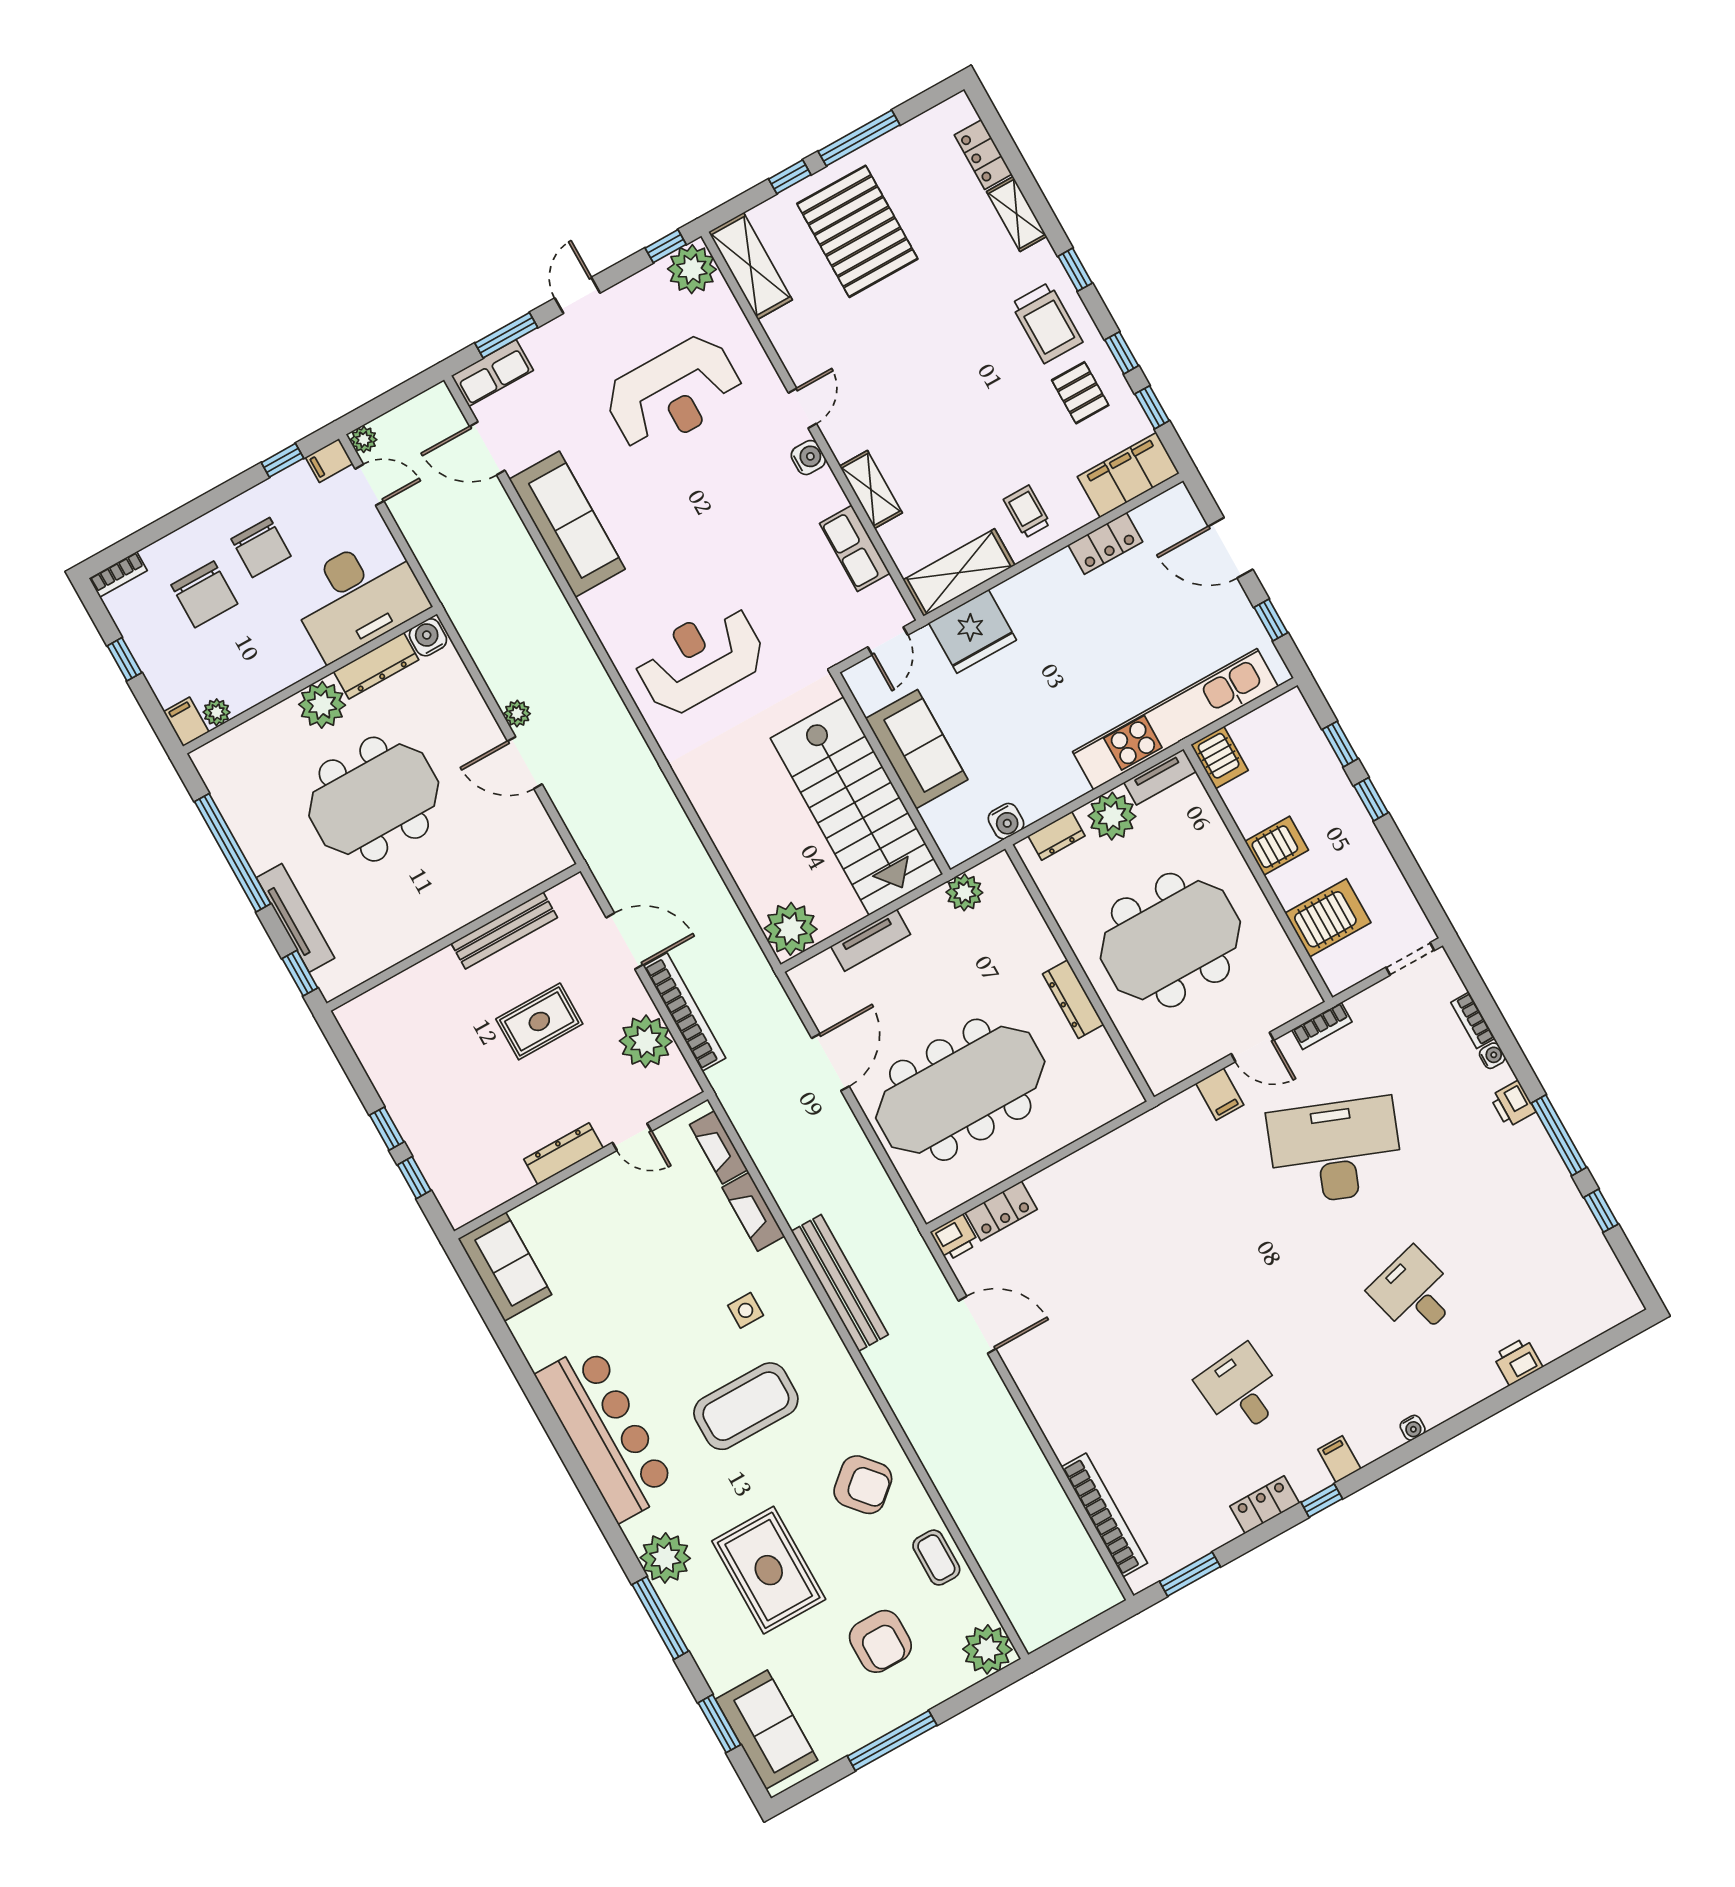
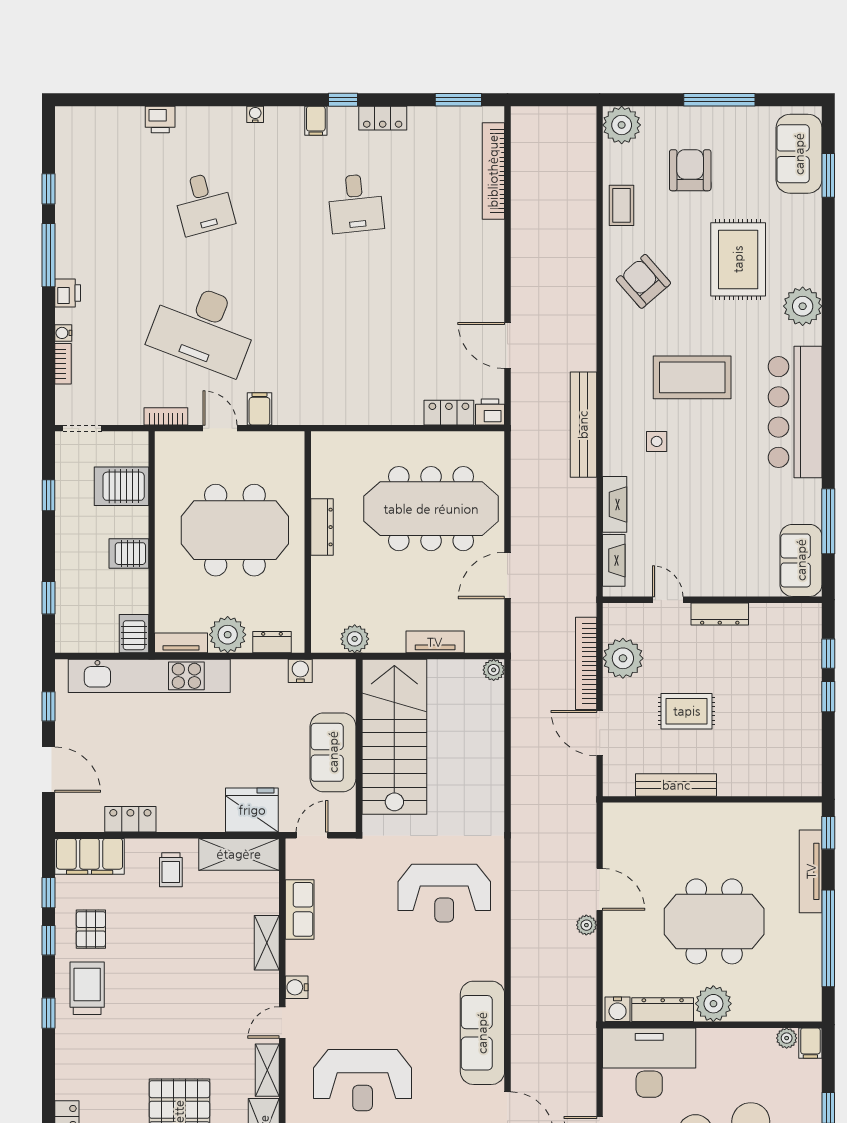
shelving: (1017, 214) -> (267, 1070), moved
reception desk: (674, 394) -> (363, 1080), turned 180
window: (1371, 799) -> (48, 495), moved
plant: (791, 929) -> (494, 670), width x0.53, depth x0.53
window: (660, 1618) -> (828, 521), moved

